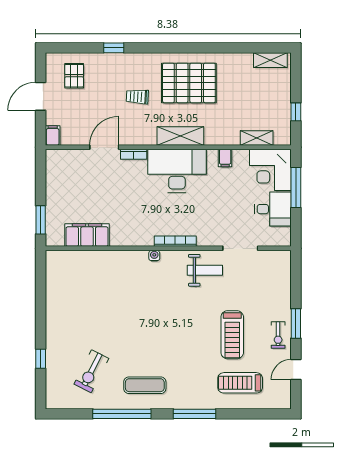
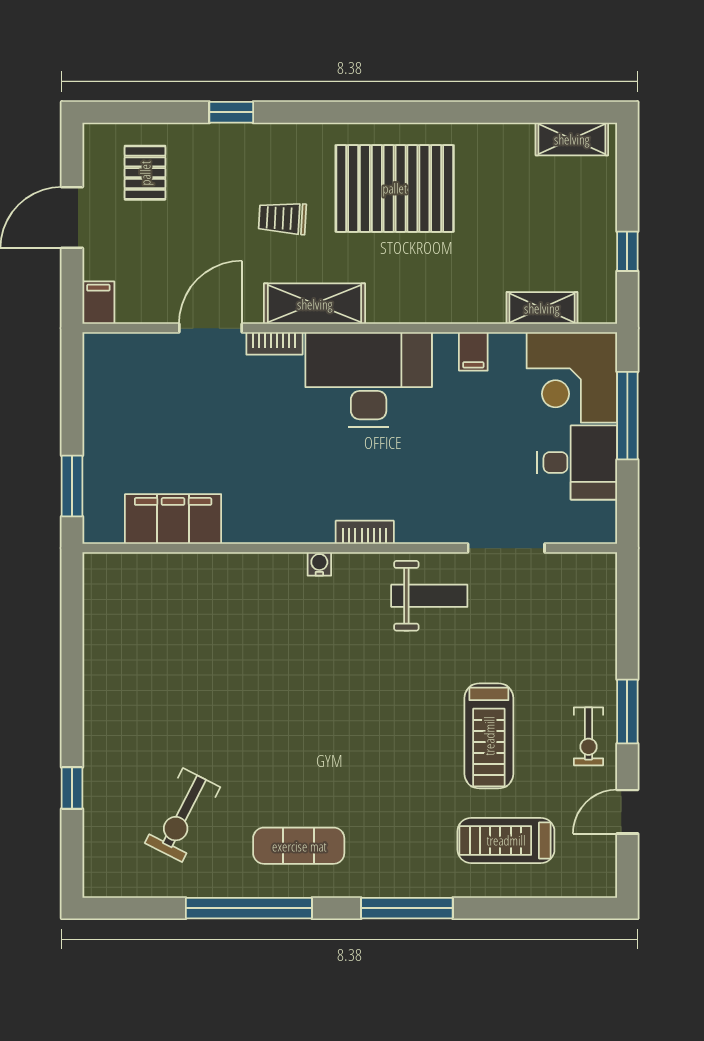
shelving: (180, 136) -> (315, 304), moved
bookcase: (175, 241) -> (365, 532), width x0.64

